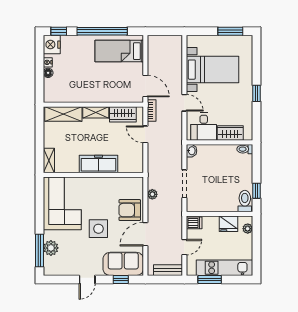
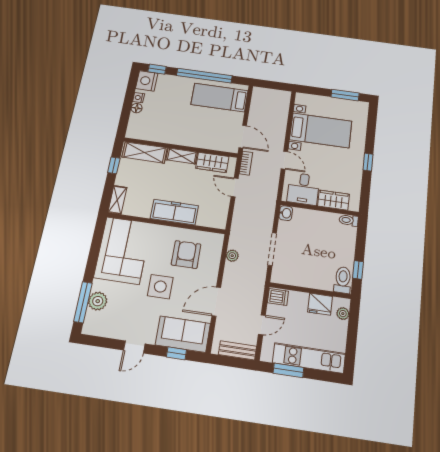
window: (39, 130) -> (114, 165), added
armchair: (130, 210) -> (186, 255), moved, turned 90

